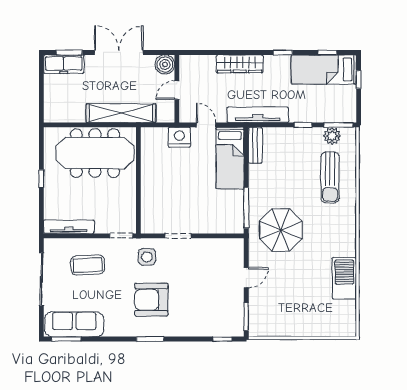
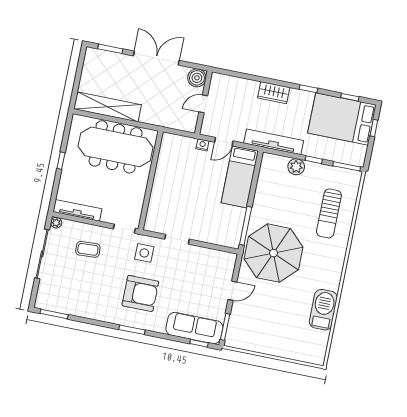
freezer: (64, 64) -> (103, 59), removed
wardrobe: (240, 64) -> (274, 93), width x0.67
bed: (324, 69) -> (342, 119), width x1.50
shelving: (121, 113) -> (108, 107), moved
door: (206, 125) -> (224, 142), swing flipped
plant: (332, 136) -> (296, 167), moved
nightstand: (179, 137) -> (202, 145), width x0.53, depth x0.56
bench: (255, 145) -> (266, 170), removed
parasol: (281, 230) -> (274, 253), width x1.36, depth x1.36
plant: (49, 244) -> (56, 223), added
coffee table: (88, 265) -> (88, 249), width x0.73, depth x0.77
armchair: (151, 300) -> (140, 293), turned 180
sofa: (74, 324) -> (194, 328), moved

